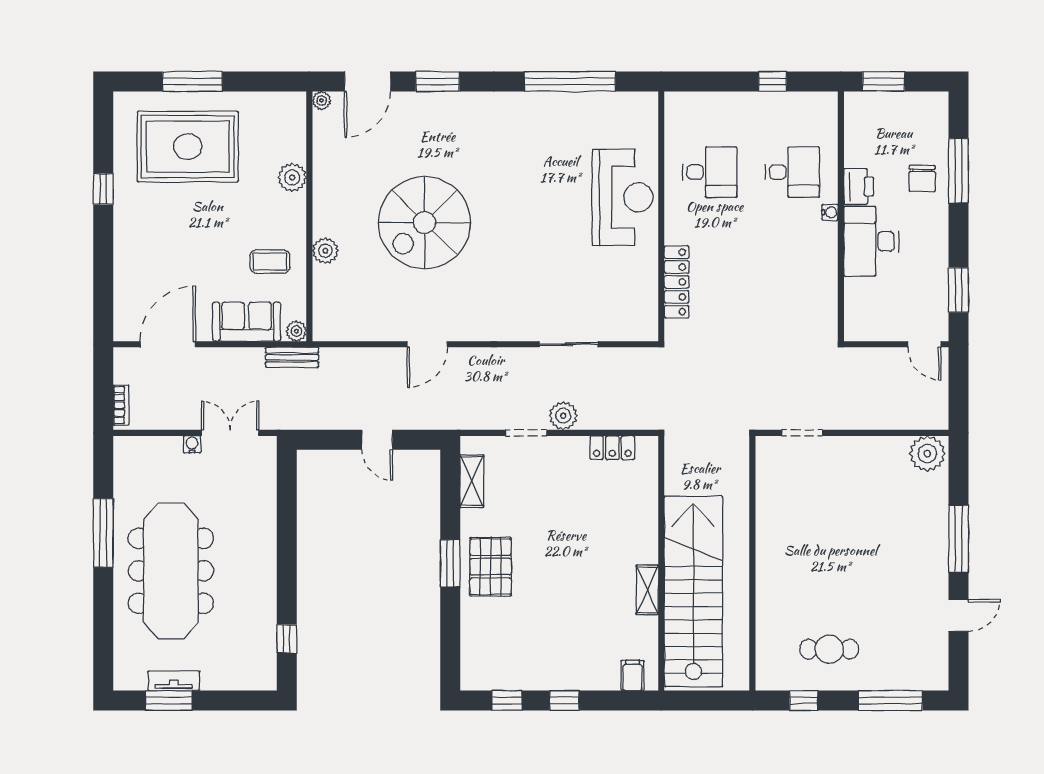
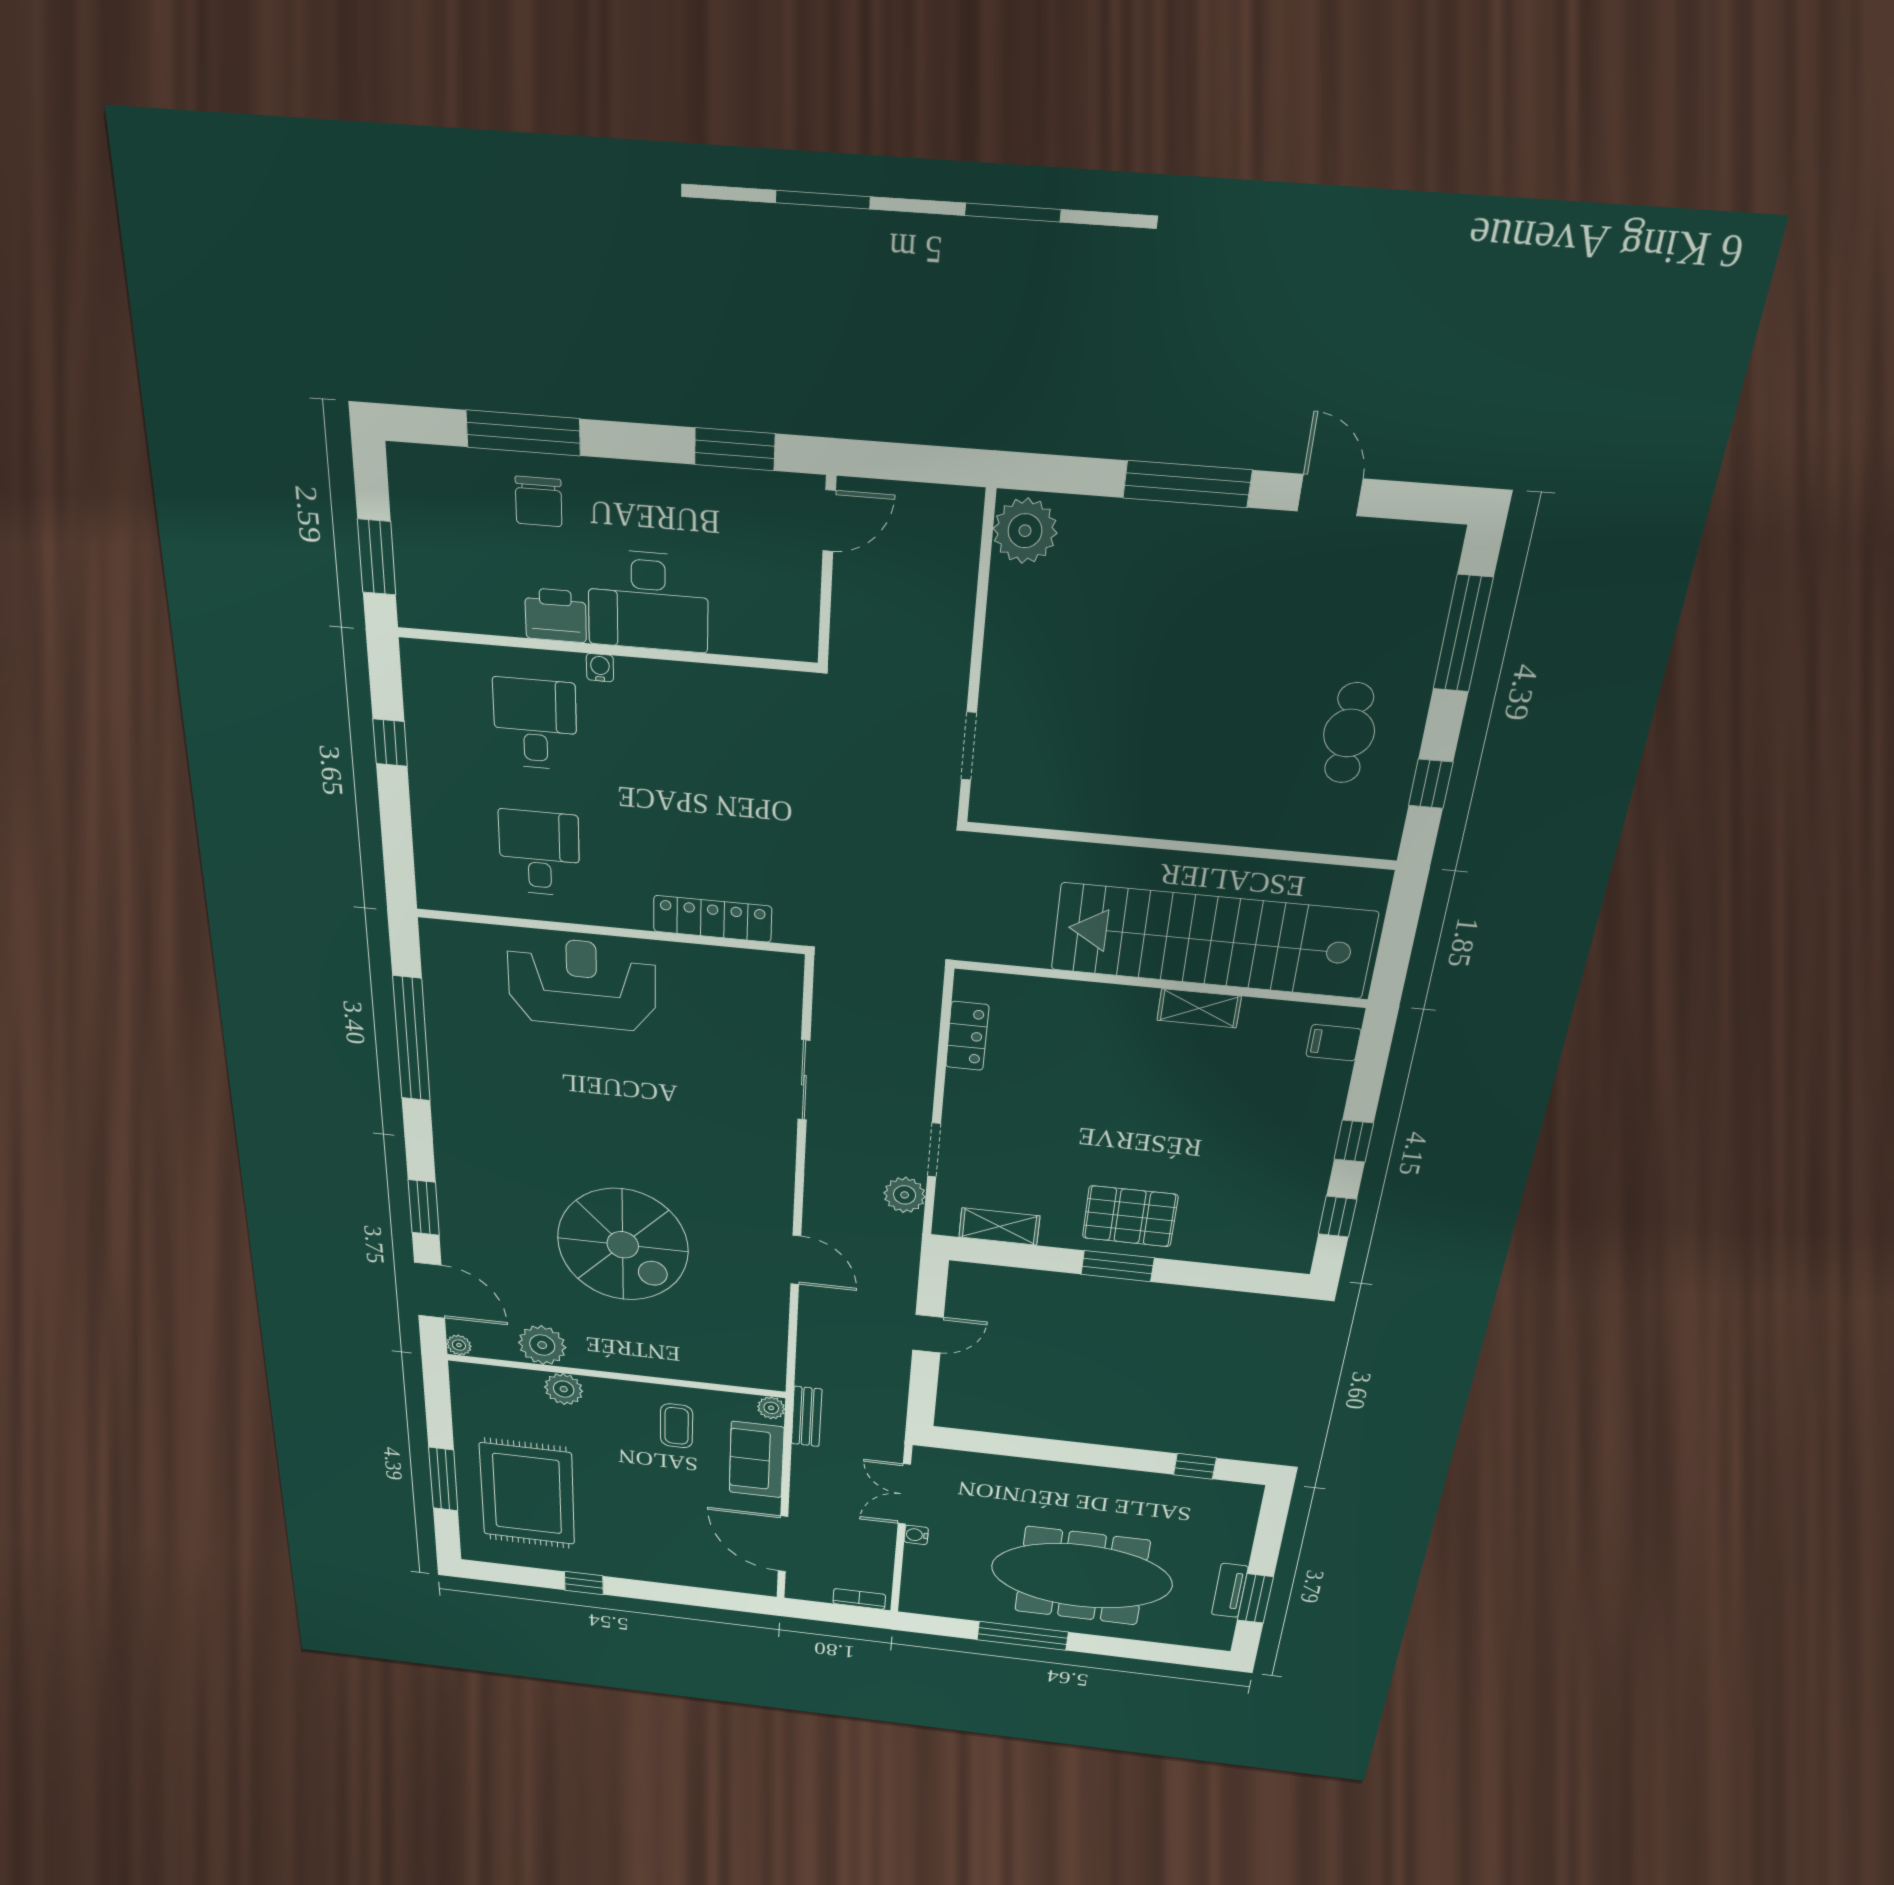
chair: (922, 178) -> (539, 501), turned 90
plant: (325, 251) -> (542, 1345), moved, width x1.36, depth x1.36
plant: (563, 416) -> (905, 1195), moved

